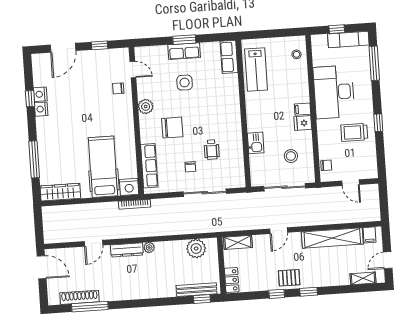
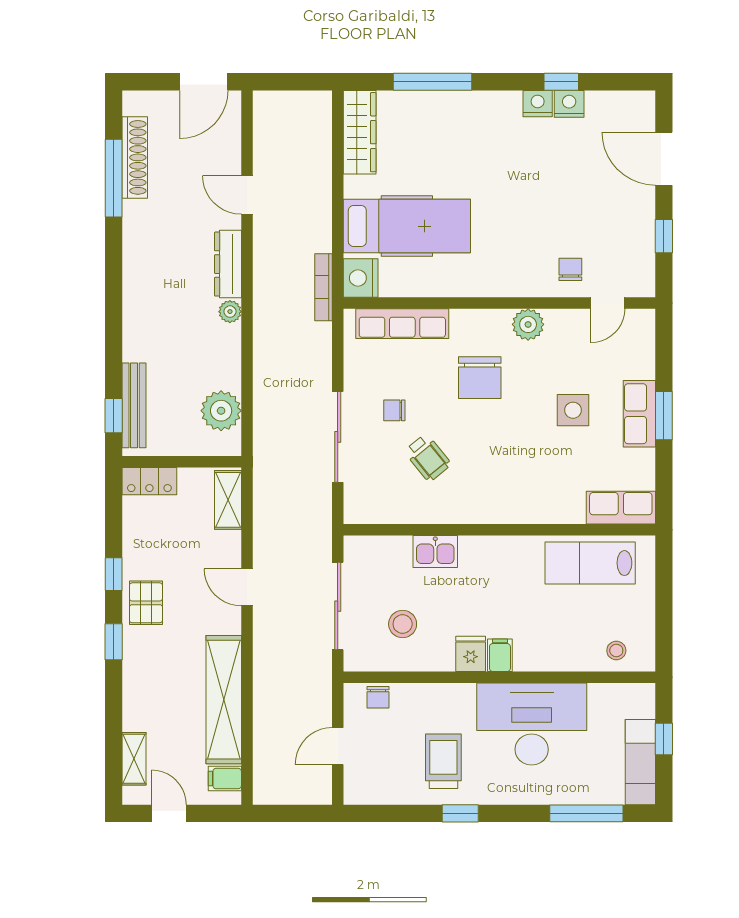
wheelchair: (212, 150) -> (428, 458), turned -129

